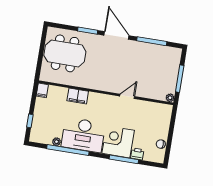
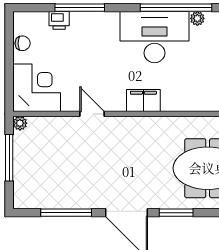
filing cabinet: (78, 96) -> (143, 100), moved
door: (127, 96) -> (92, 114), swing flipped
corner desk: (118, 142) -> (37, 88), moved, turned -90

